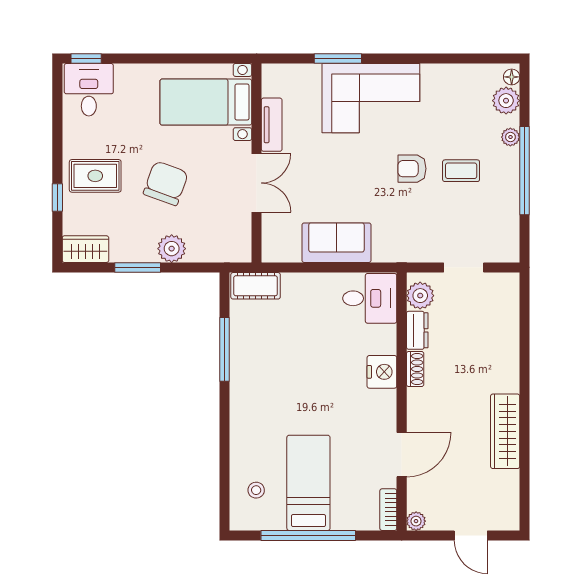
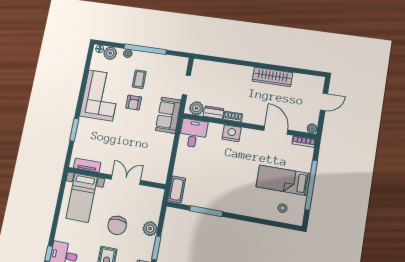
corner sofa: (371, 98) -> (100, 95), moved
tv unit: (272, 125) -> (87, 165), moved
chair: (166, 183) -> (117, 225), turned -110
sofa: (336, 243) -> (168, 115), moved

